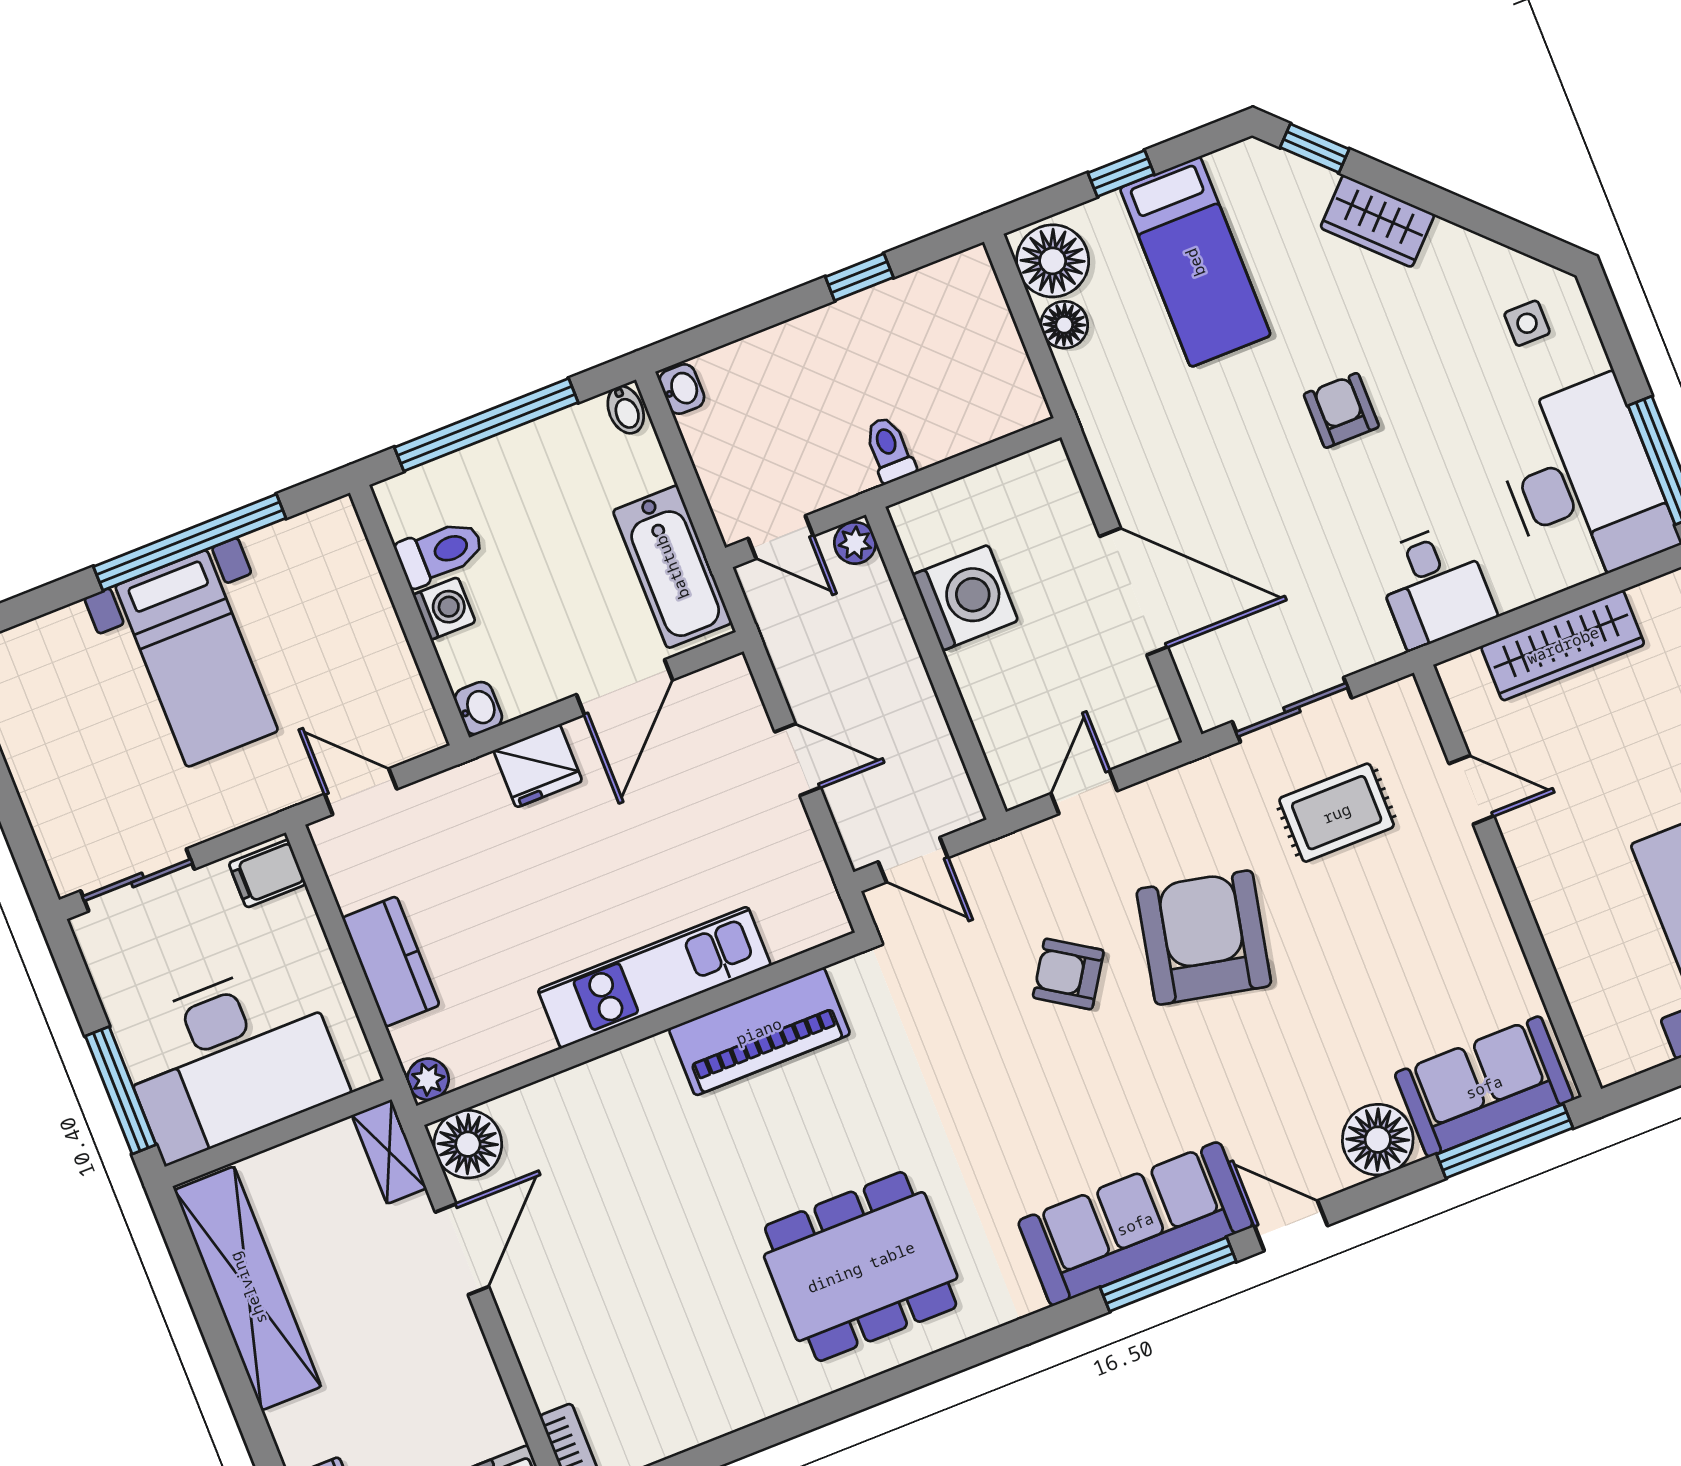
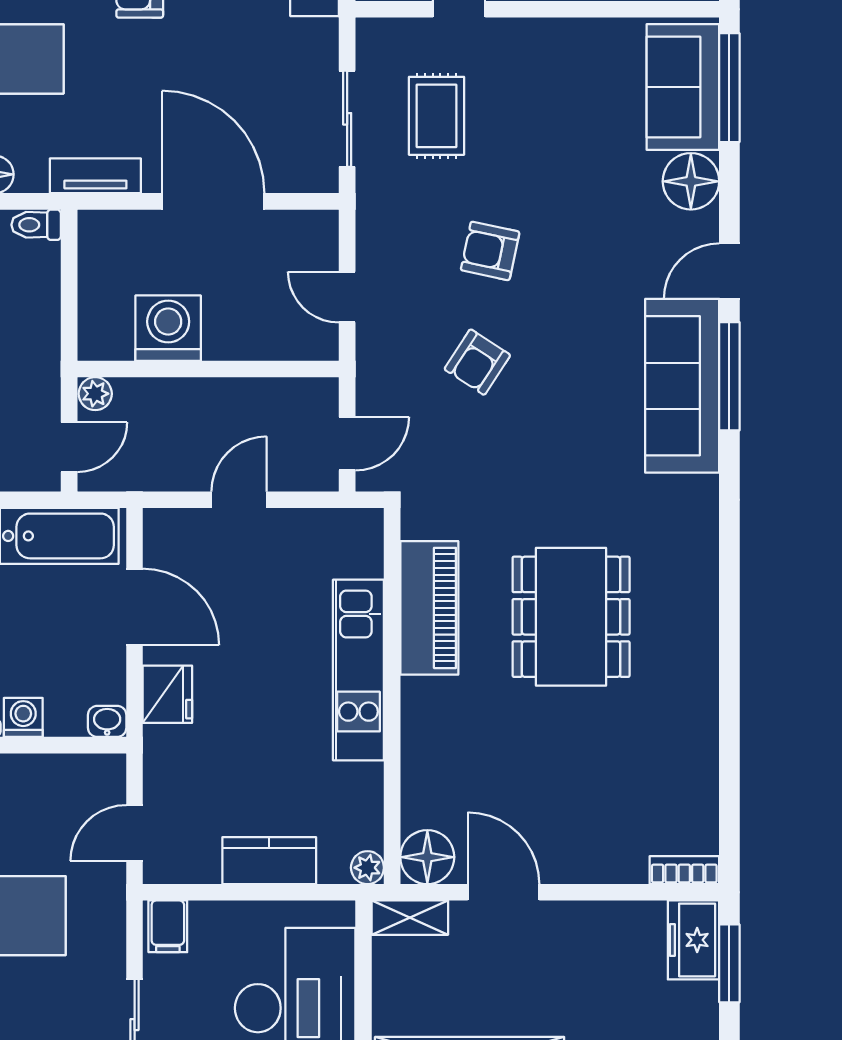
tv unit: (1109, 443) -> (95, 176), added
toilet: (889, 450) -> (36, 225), moved
door: (1134, 592) -> (213, 201), hinge flipped
armchair: (1204, 938) -> (490, 251), width x0.53, depth x0.53
dining table: (861, 1267) -> (571, 617), moved

